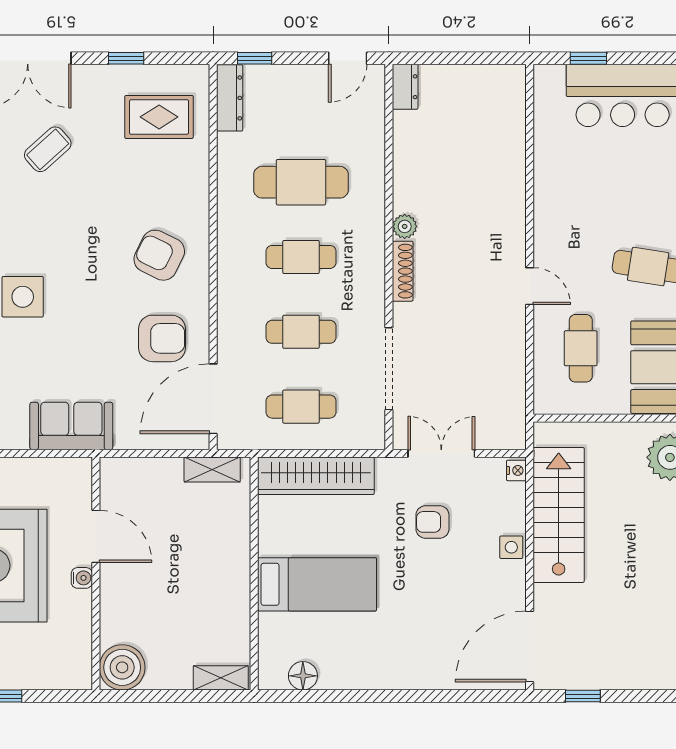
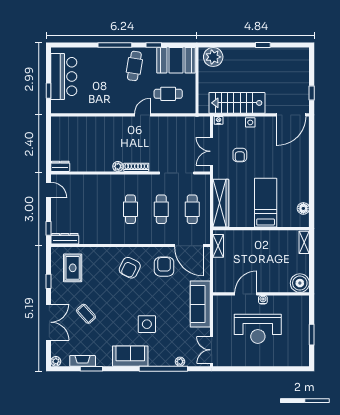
cafe table: (301, 182) -> (100, 209), removed
sofa: (71, 426) -> (200, 304), width x1.36
door: (530, 646) -> (291, 115), hinge flipped

